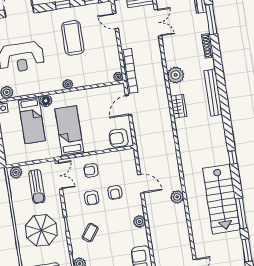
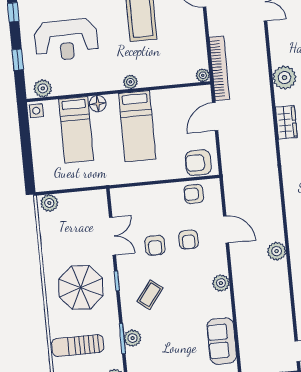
bed: (69, 131) -> (137, 126), moved, turned 180
armchair: (91, 170) -> (194, 194), moved
double door: (59, 176) -> (112, 236), moved
sun lounger: (37, 187) -> (78, 225), removed

